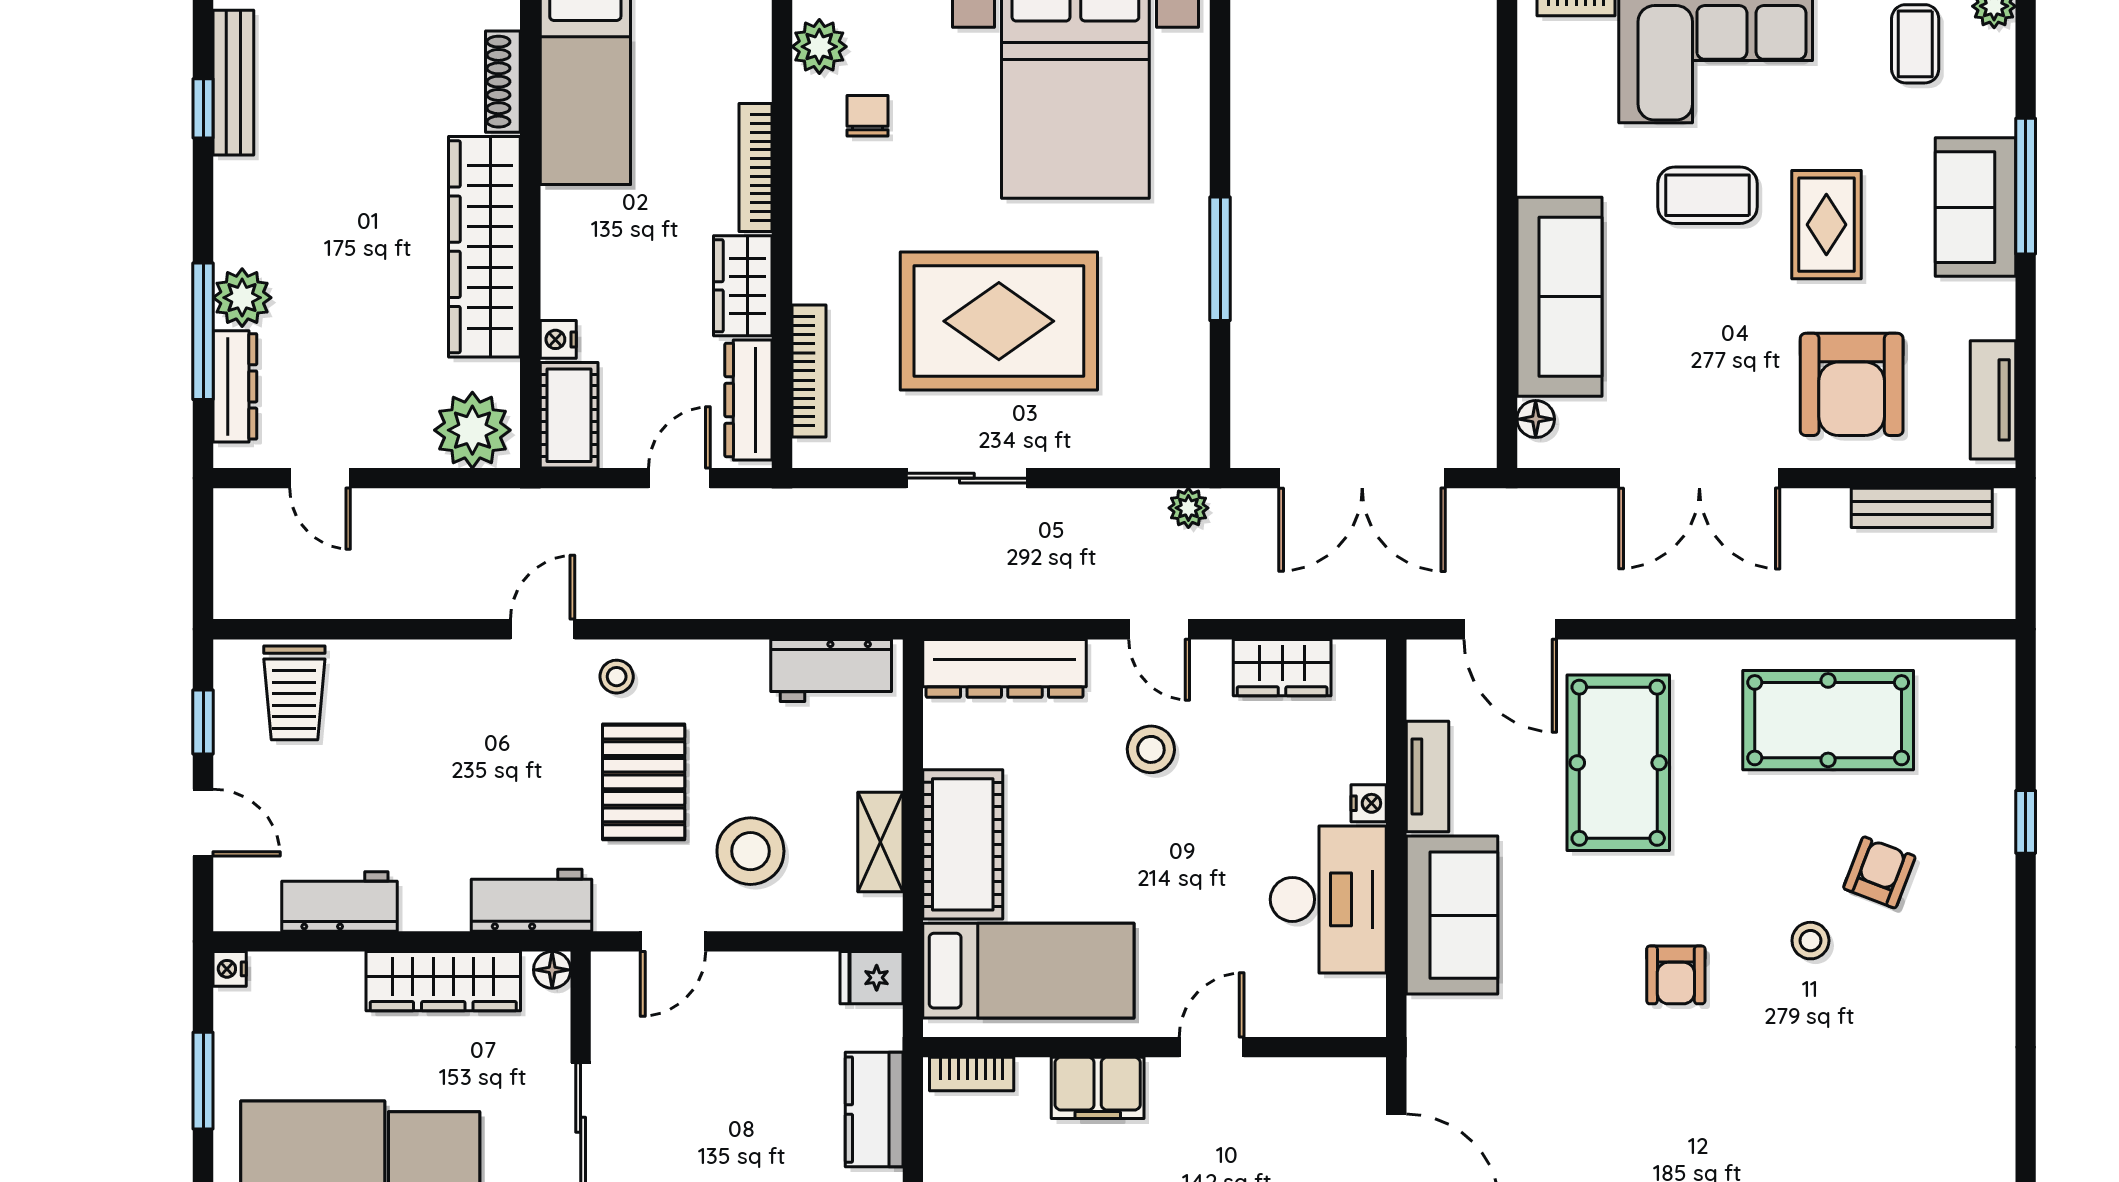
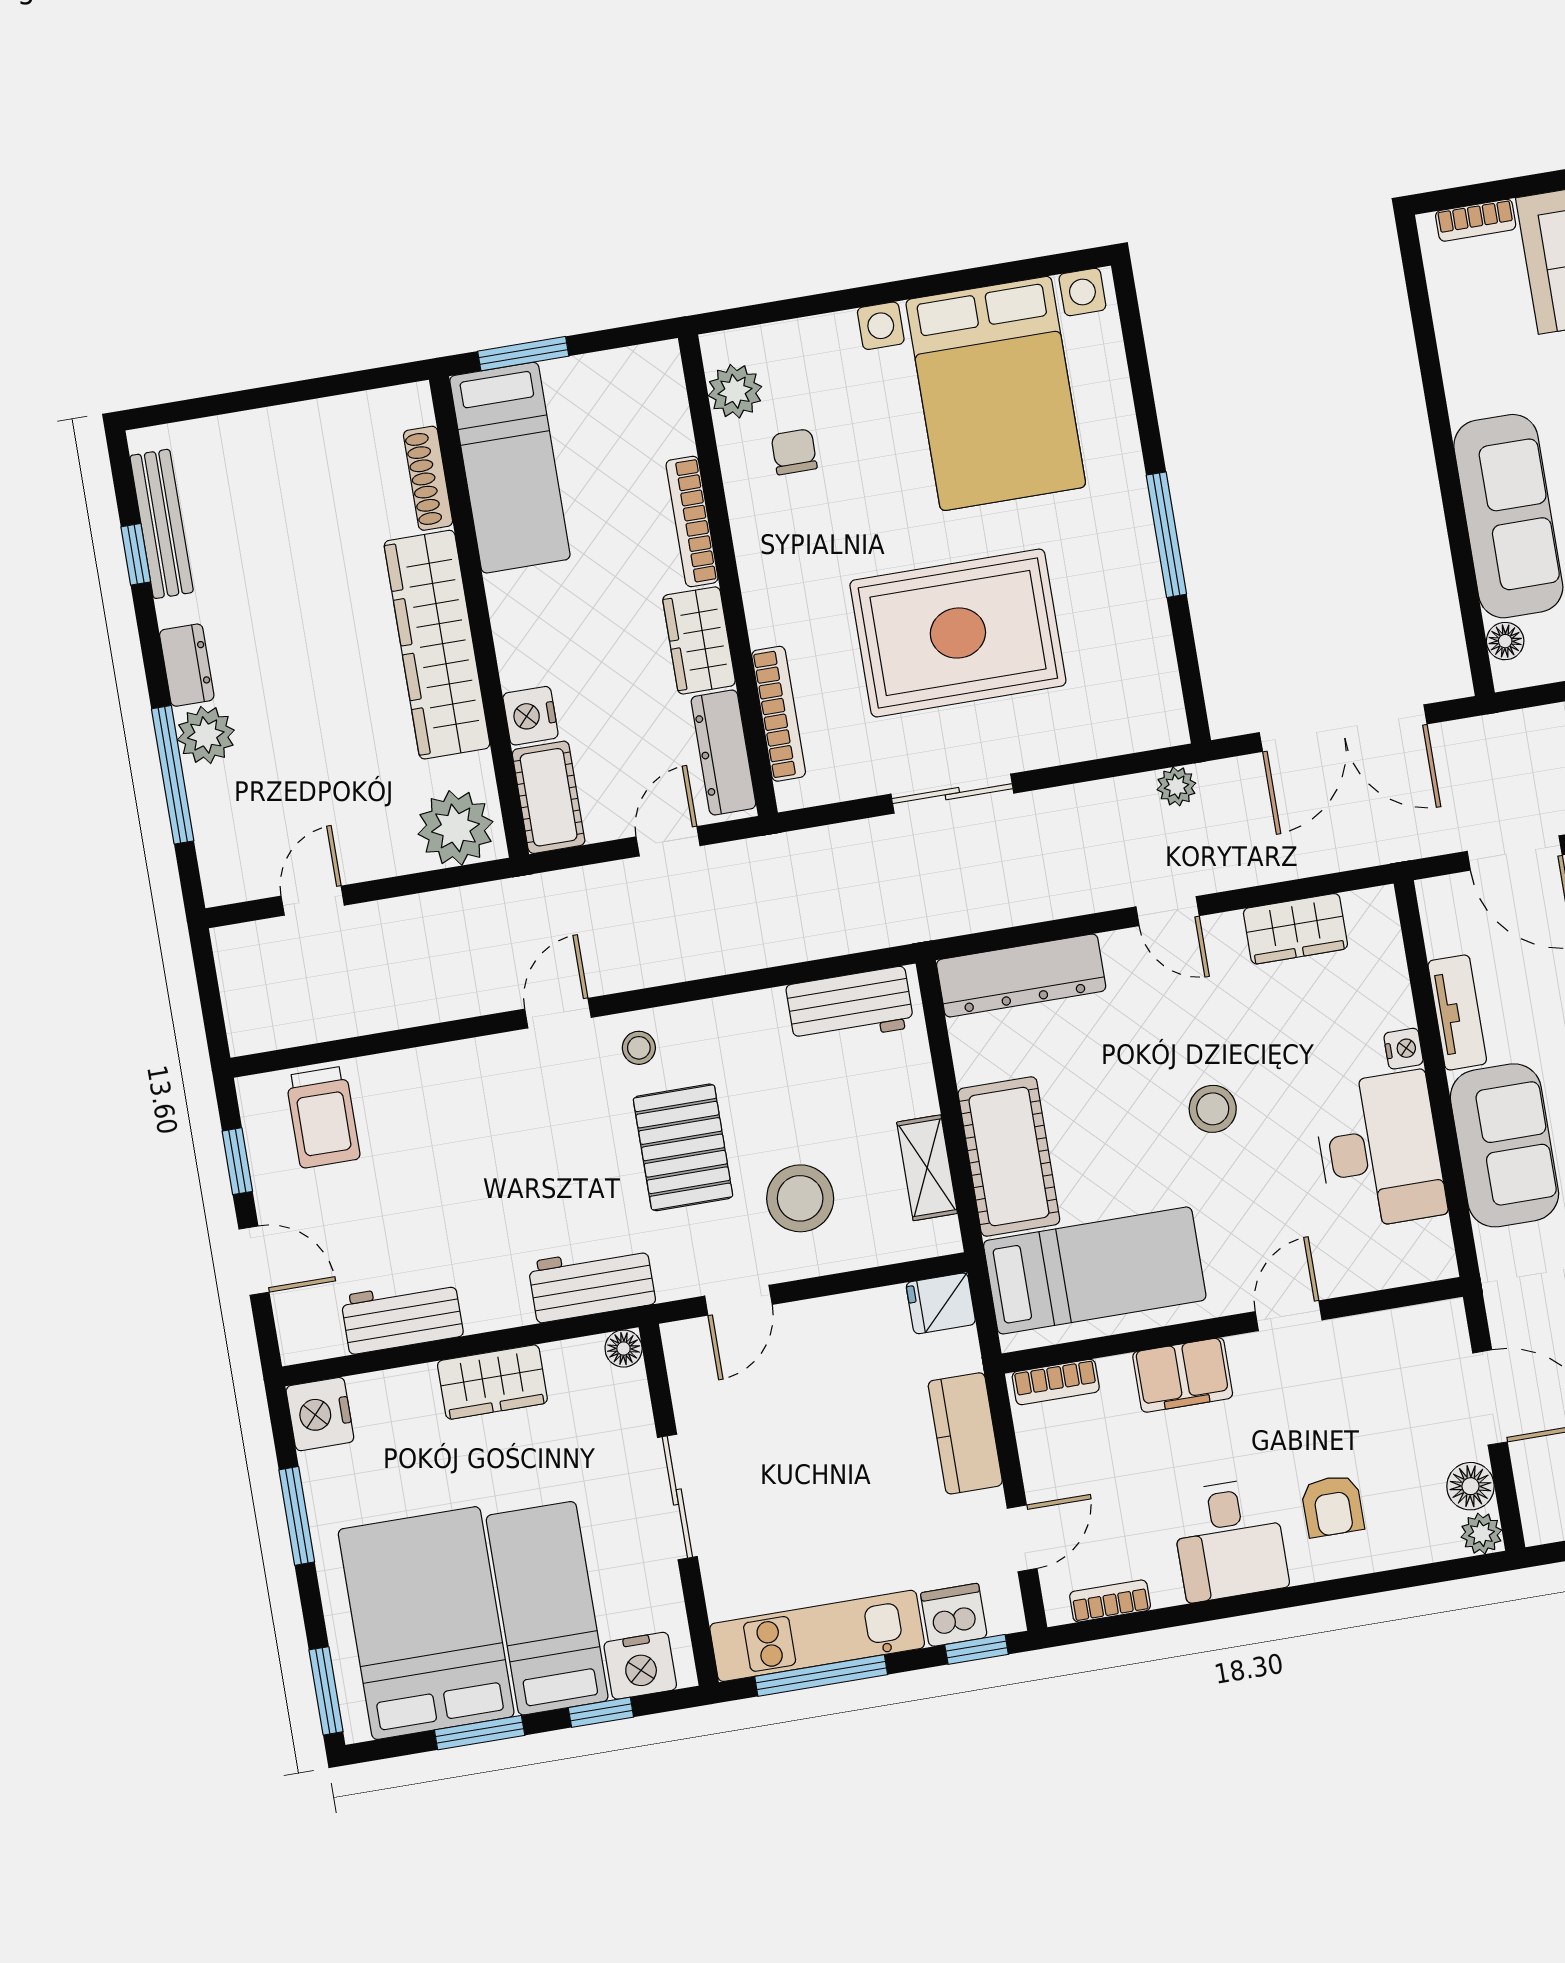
nightstand: (558, 339) -> (530, 716), width x1.39, depth x1.35
dresser: (235, 386) -> (187, 665), moved, width x0.70
door: (320, 478) -> (313, 901), swing flipped
stool: (1151, 749) -> (1213, 1109), moved
nightstand: (230, 969) -> (320, 1414), width x1.89, depth x1.79
wardrobe: (443, 981) -> (492, 1382), width x0.67

